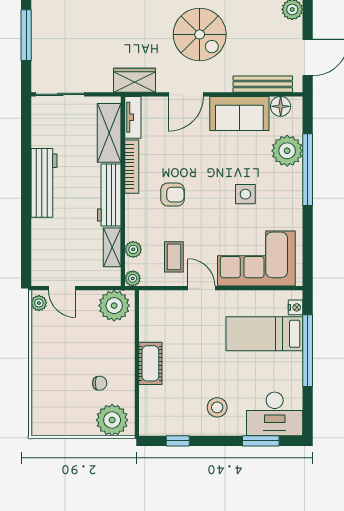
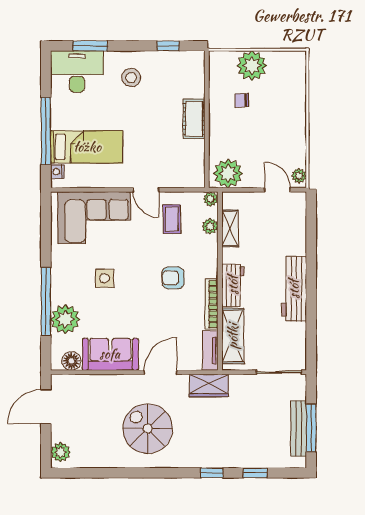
bench: (263, 84) -> (299, 429), moved, turned 90
workbench: (109, 195) -> (233, 285), width x0.73
plant: (112, 420) -> (252, 66), moved

